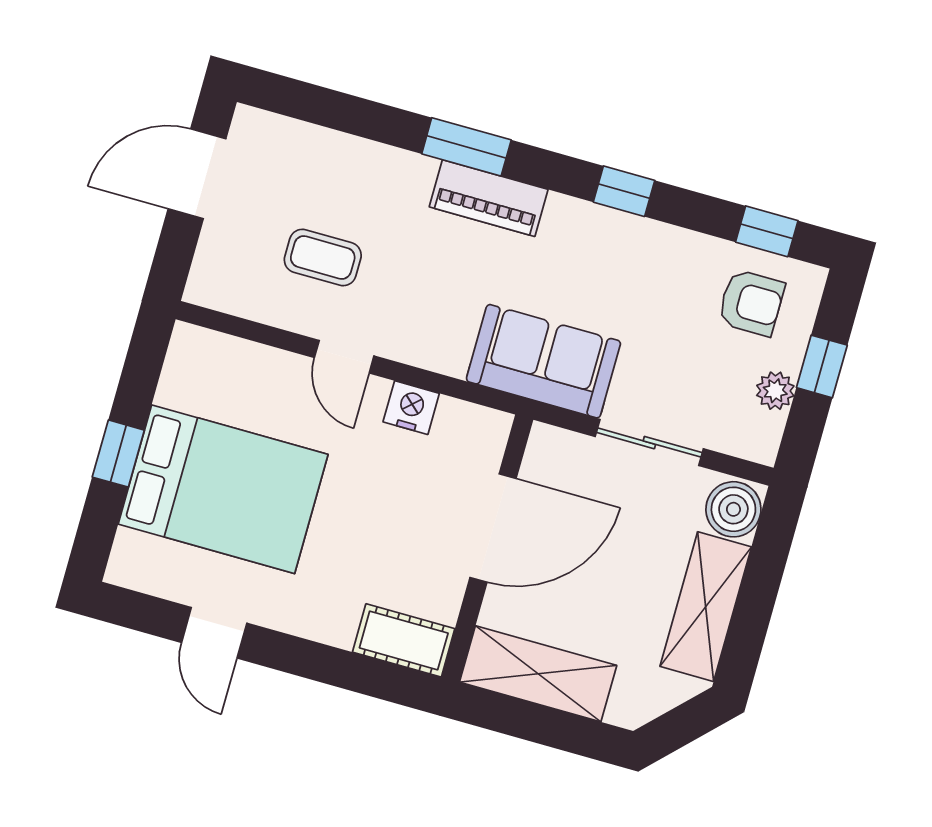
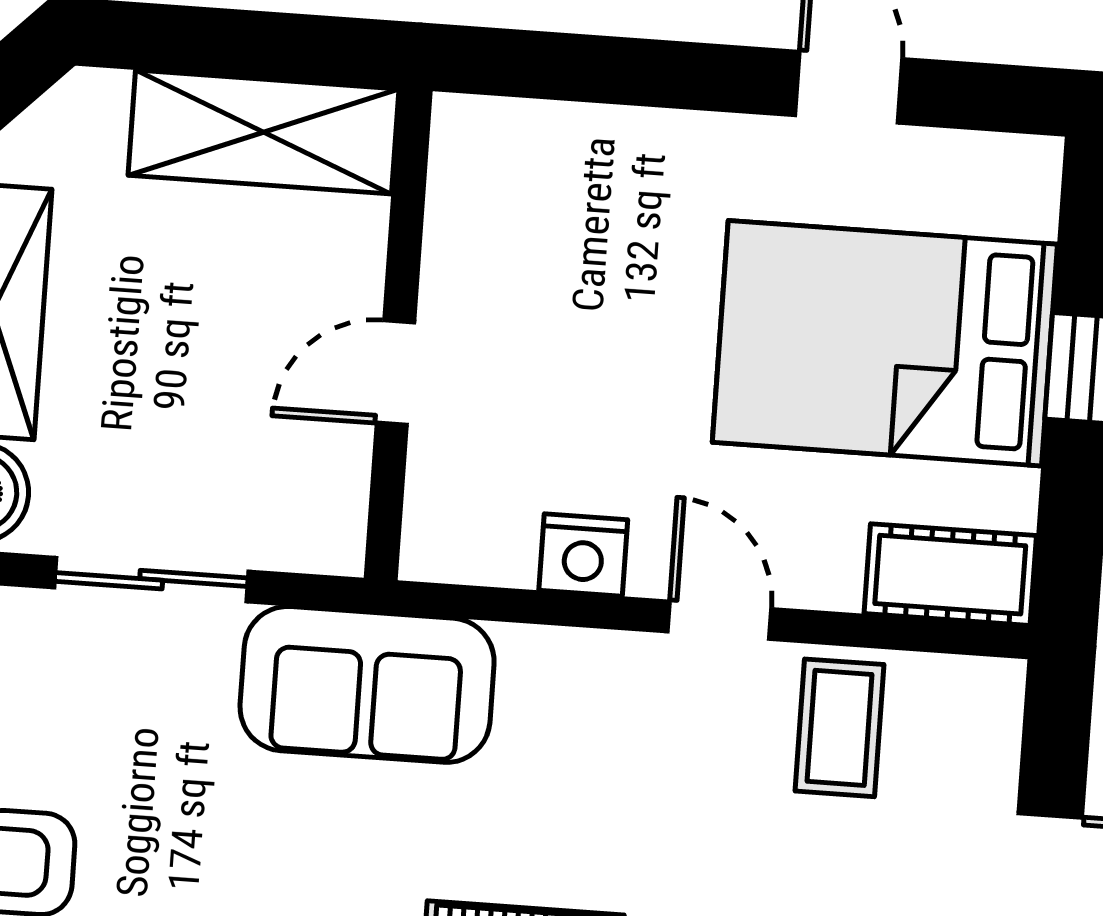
coffee table: (323, 258) -> (840, 728), moved, turned 90
door: (493, 528) -> (396, 373), width x0.53
cot: (404, 640) -> (950, 575), moved

